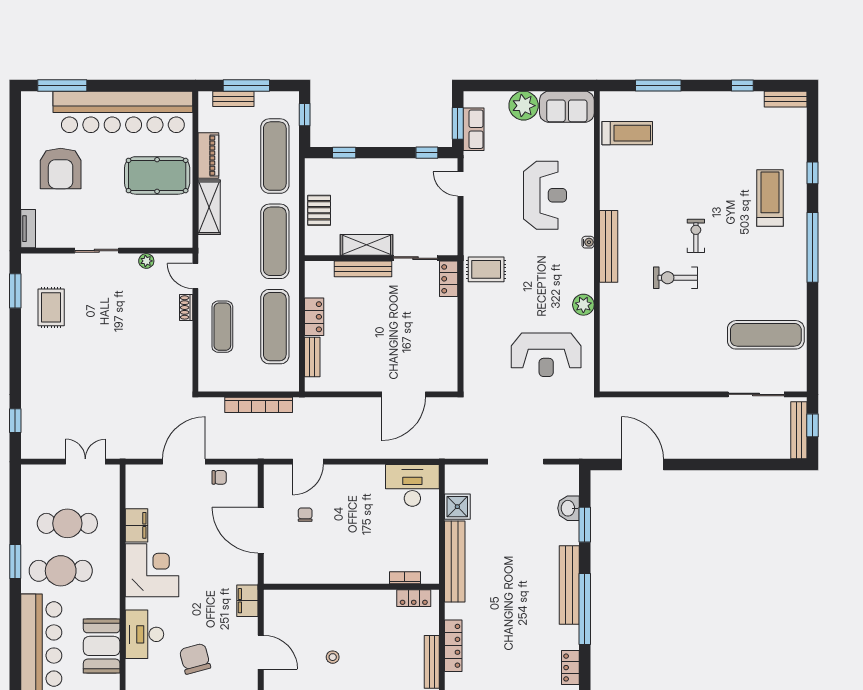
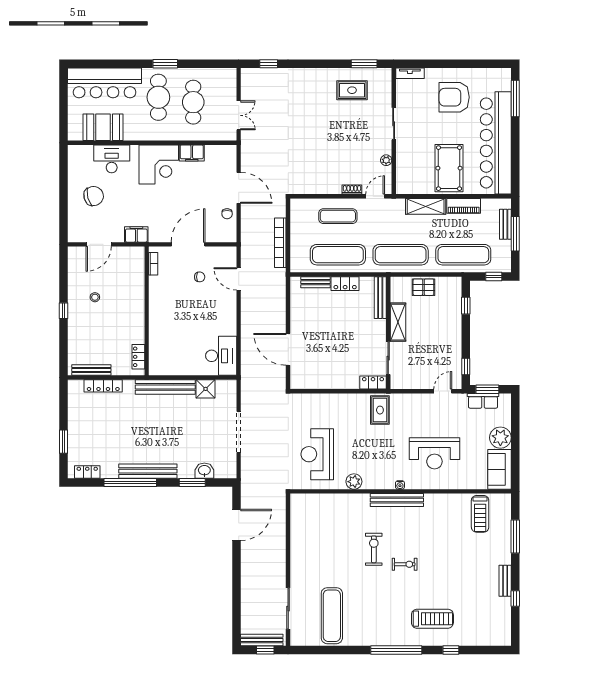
bench: (786, 99) -> (505, 581), moved
bench: (363, 269) -> (380, 298), moved
bookcase: (405, 578) -> (153, 264), moved

